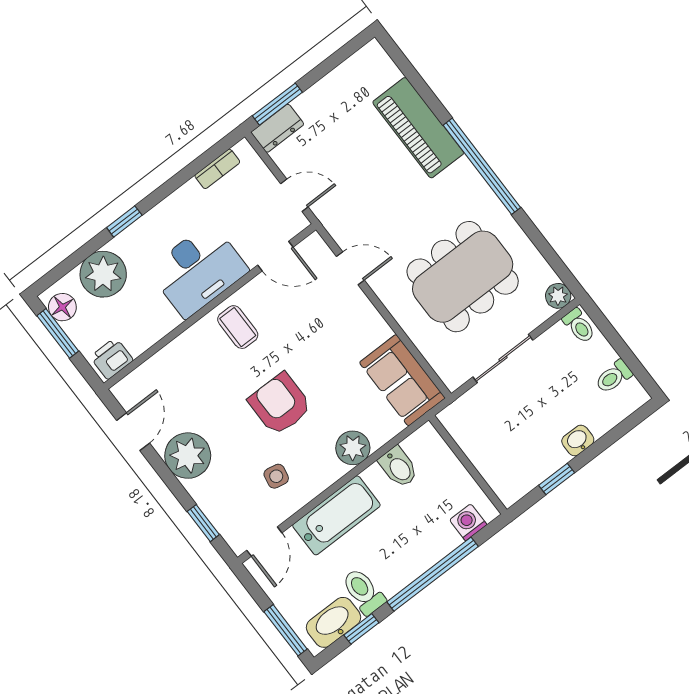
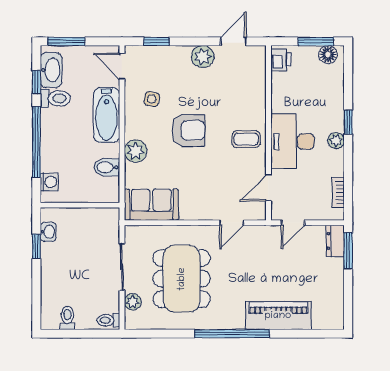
plant: (103, 274) -> (336, 141), moved, width x0.53, depth x0.53
plant: (558, 296) -> (133, 302), moved
door: (133, 432) -> (233, 41), swing flipped
washbasin: (578, 440) -> (48, 232), moved
plant: (188, 456) -> (203, 56), width x0.73, depth x0.73

